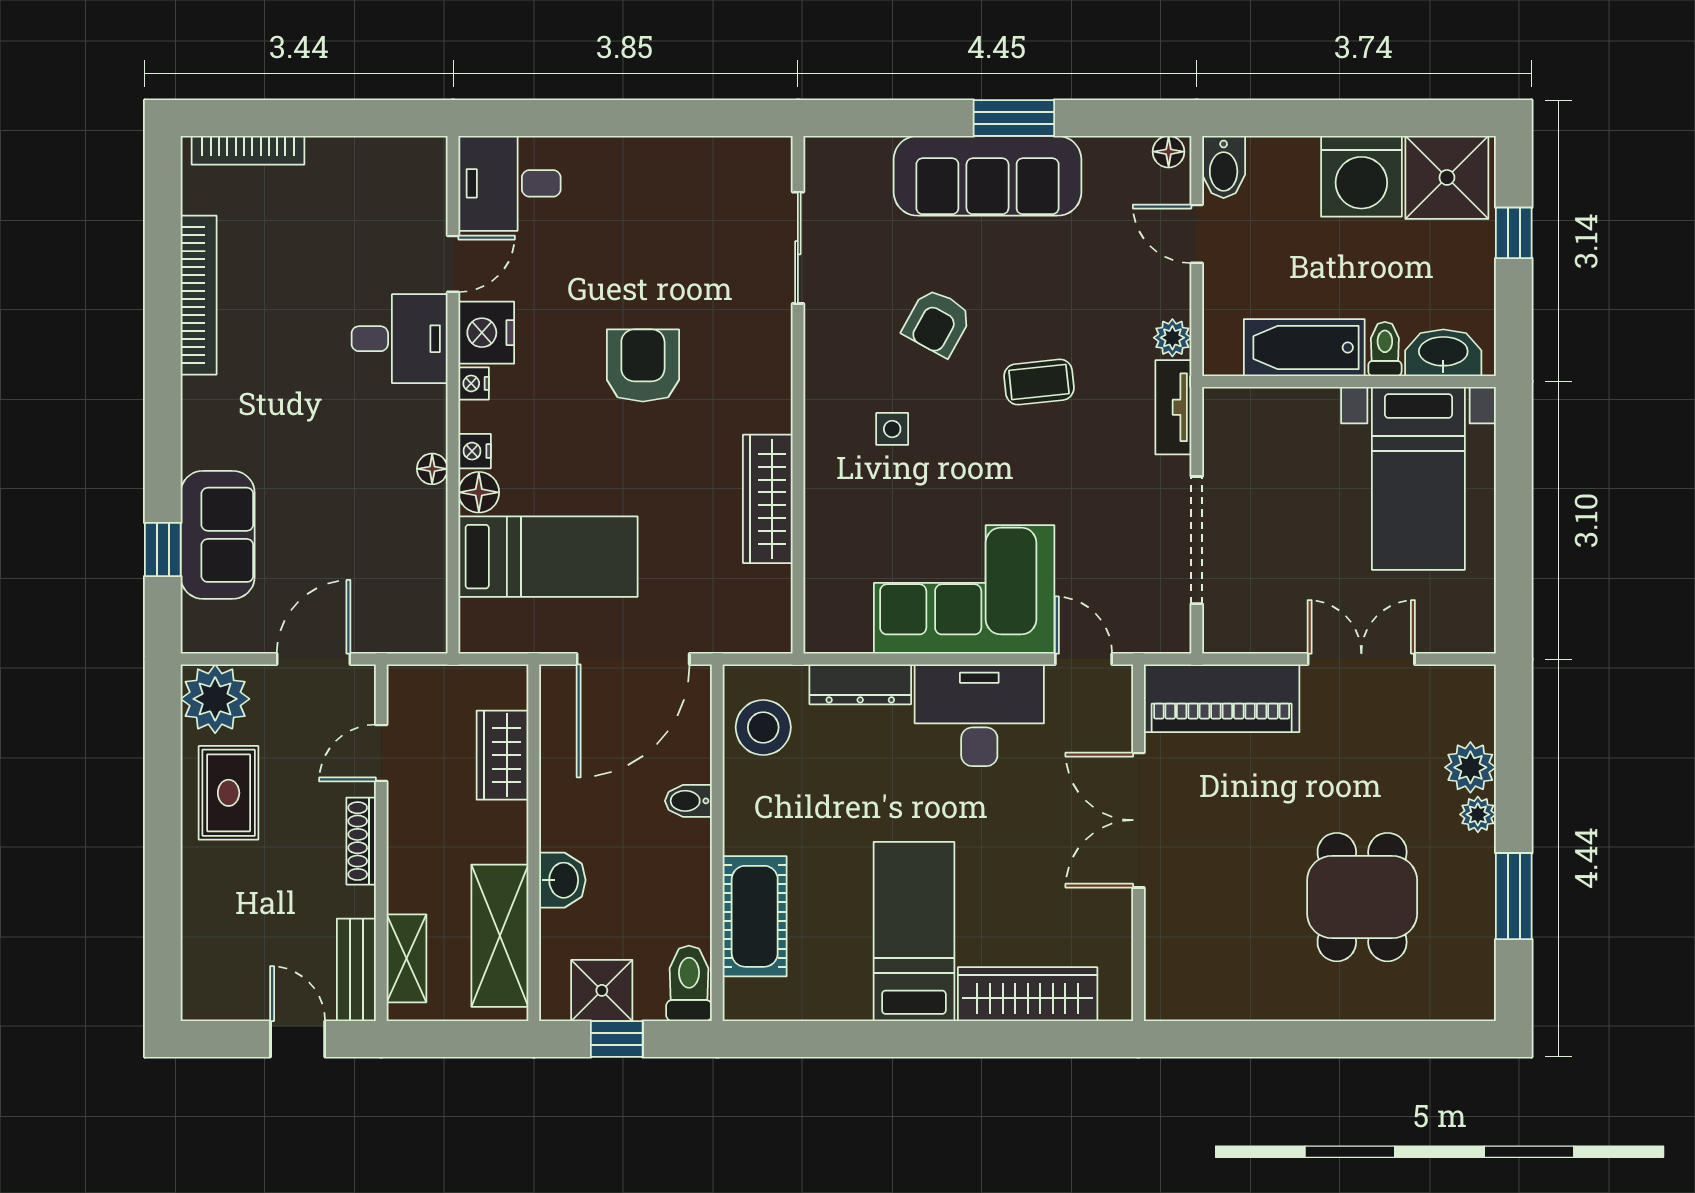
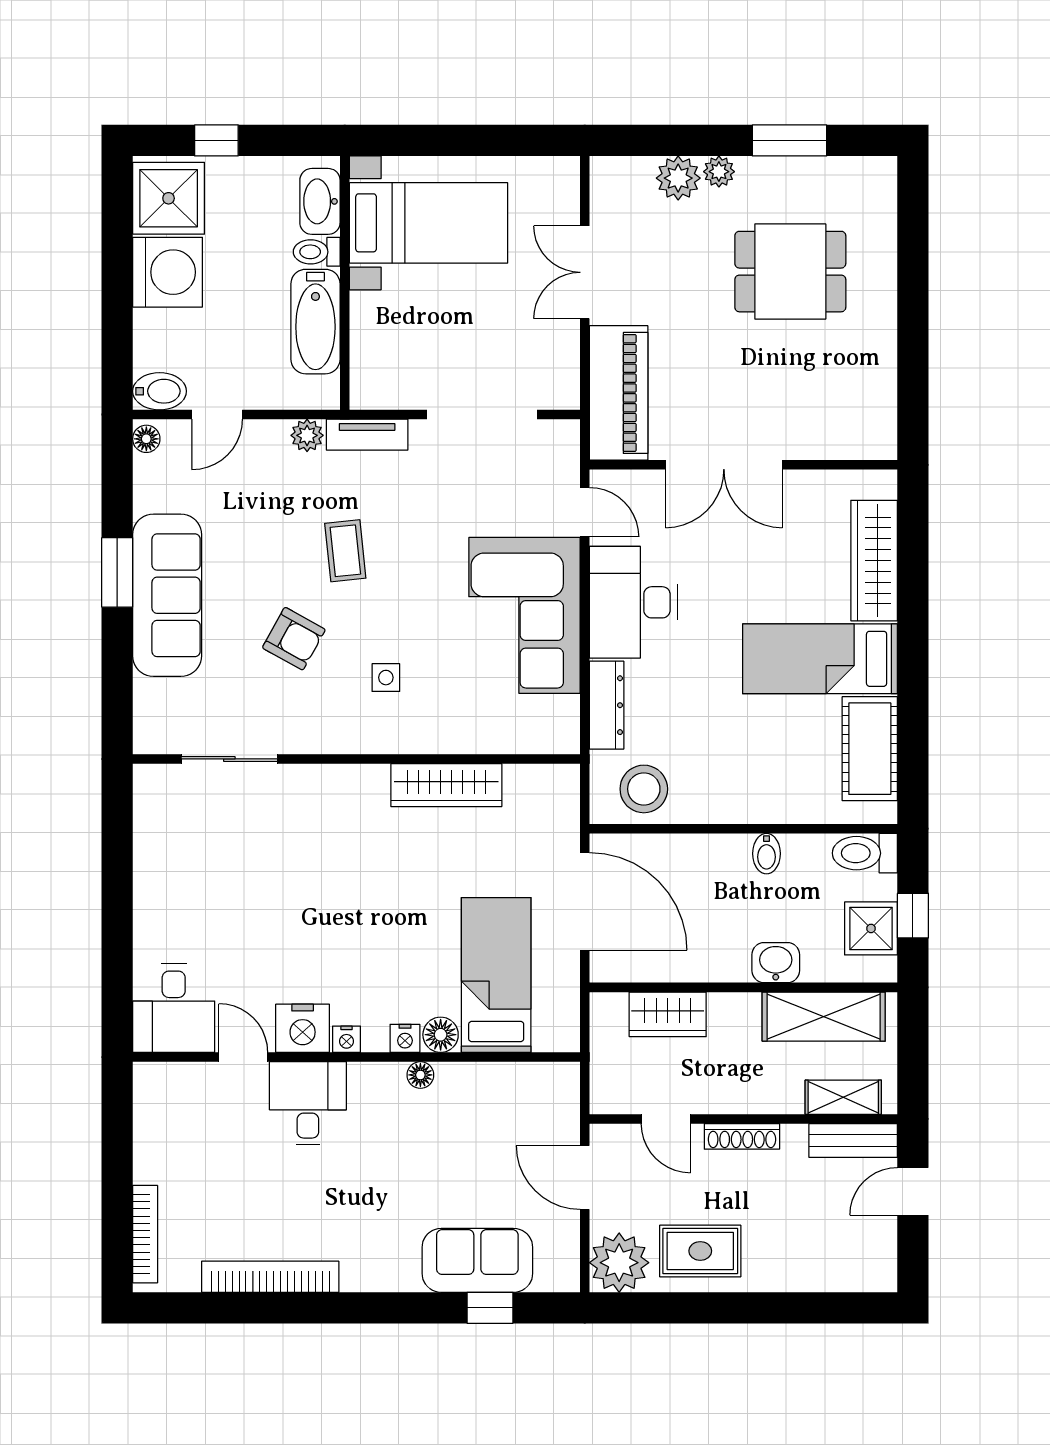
armchair: (643, 365) -> (331, 893), removed
door: (1083, 659) -> (585, 512), swing flipped
bidet: (688, 801) -> (766, 854), moved
cot: (755, 916) -> (870, 749), moved, turned 90

